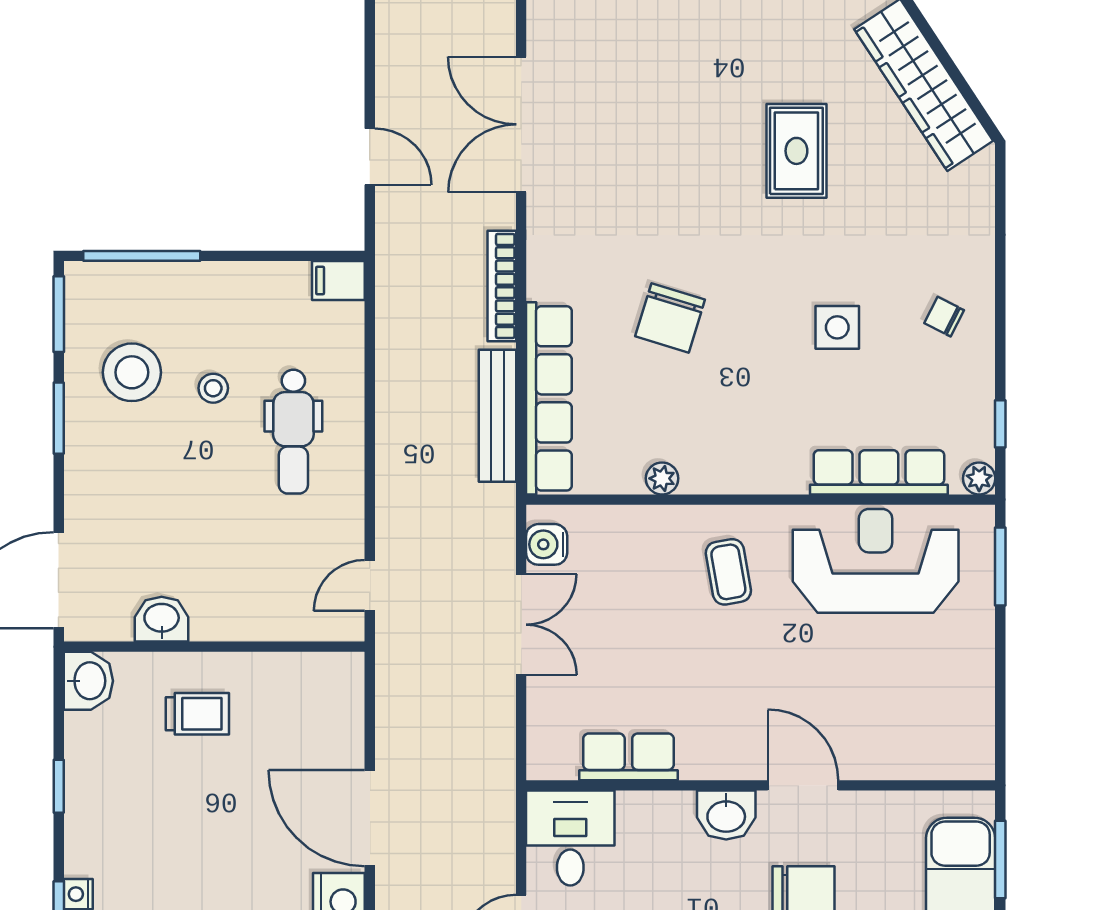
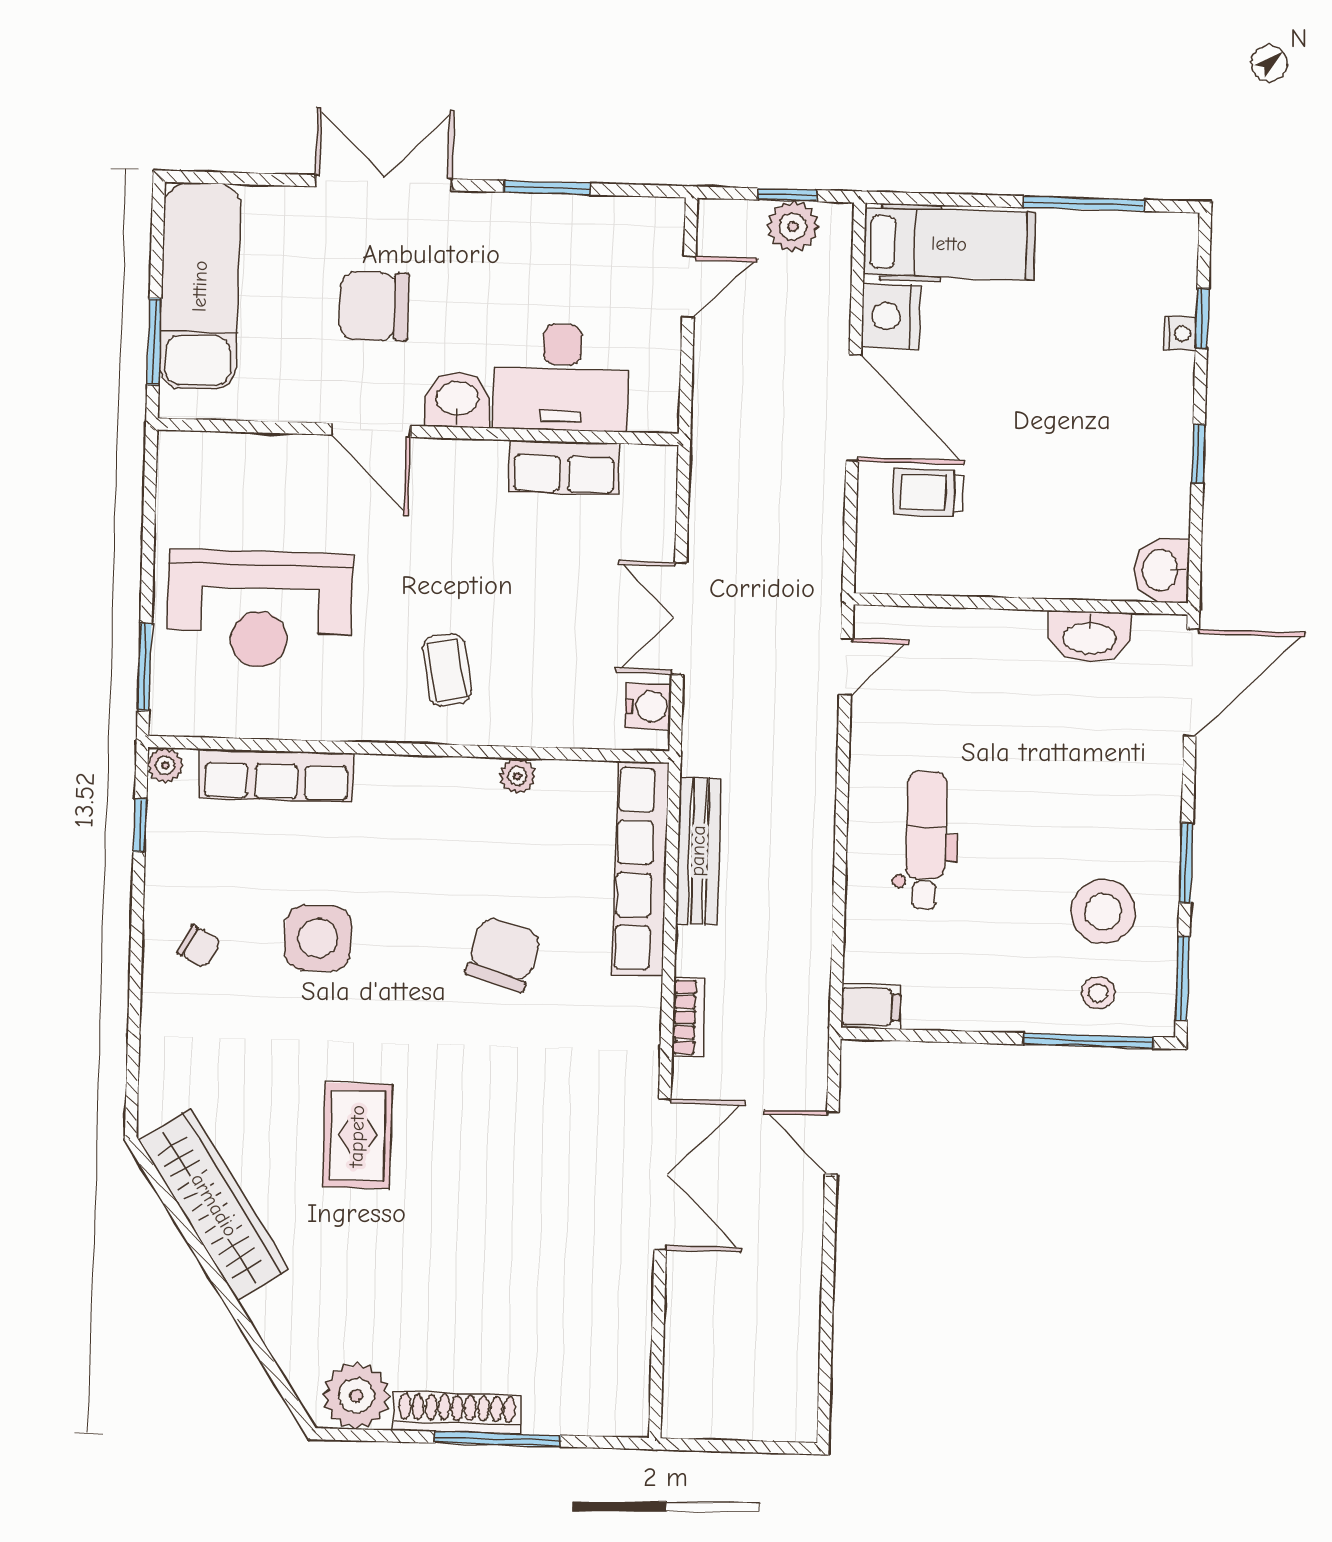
bookcase: (502, 286) -> (689, 1017), width x0.64
side table: (837, 327) -> (318, 938), width x1.37, depth x1.37
stool: (213, 388) -> (1098, 993), moved
reception desk: (876, 561) -> (260, 609), moved
washbasin: (162, 619) -> (1090, 636), width x1.38
trolley: (197, 714) -> (928, 492), moved
desk: (570, 838) -> (562, 377), moved, width x1.37

